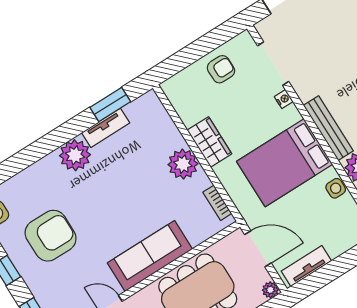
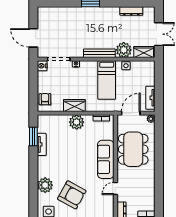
nightstand: (243, 42) -> (42, 66), added
armchair: (221, 69) -> (45, 99), moved
plant: (75, 155) -> (45, 185), moved
bed: (285, 163) -> (107, 80), width x0.67
armchair: (51, 236) -> (72, 195), turned 119

